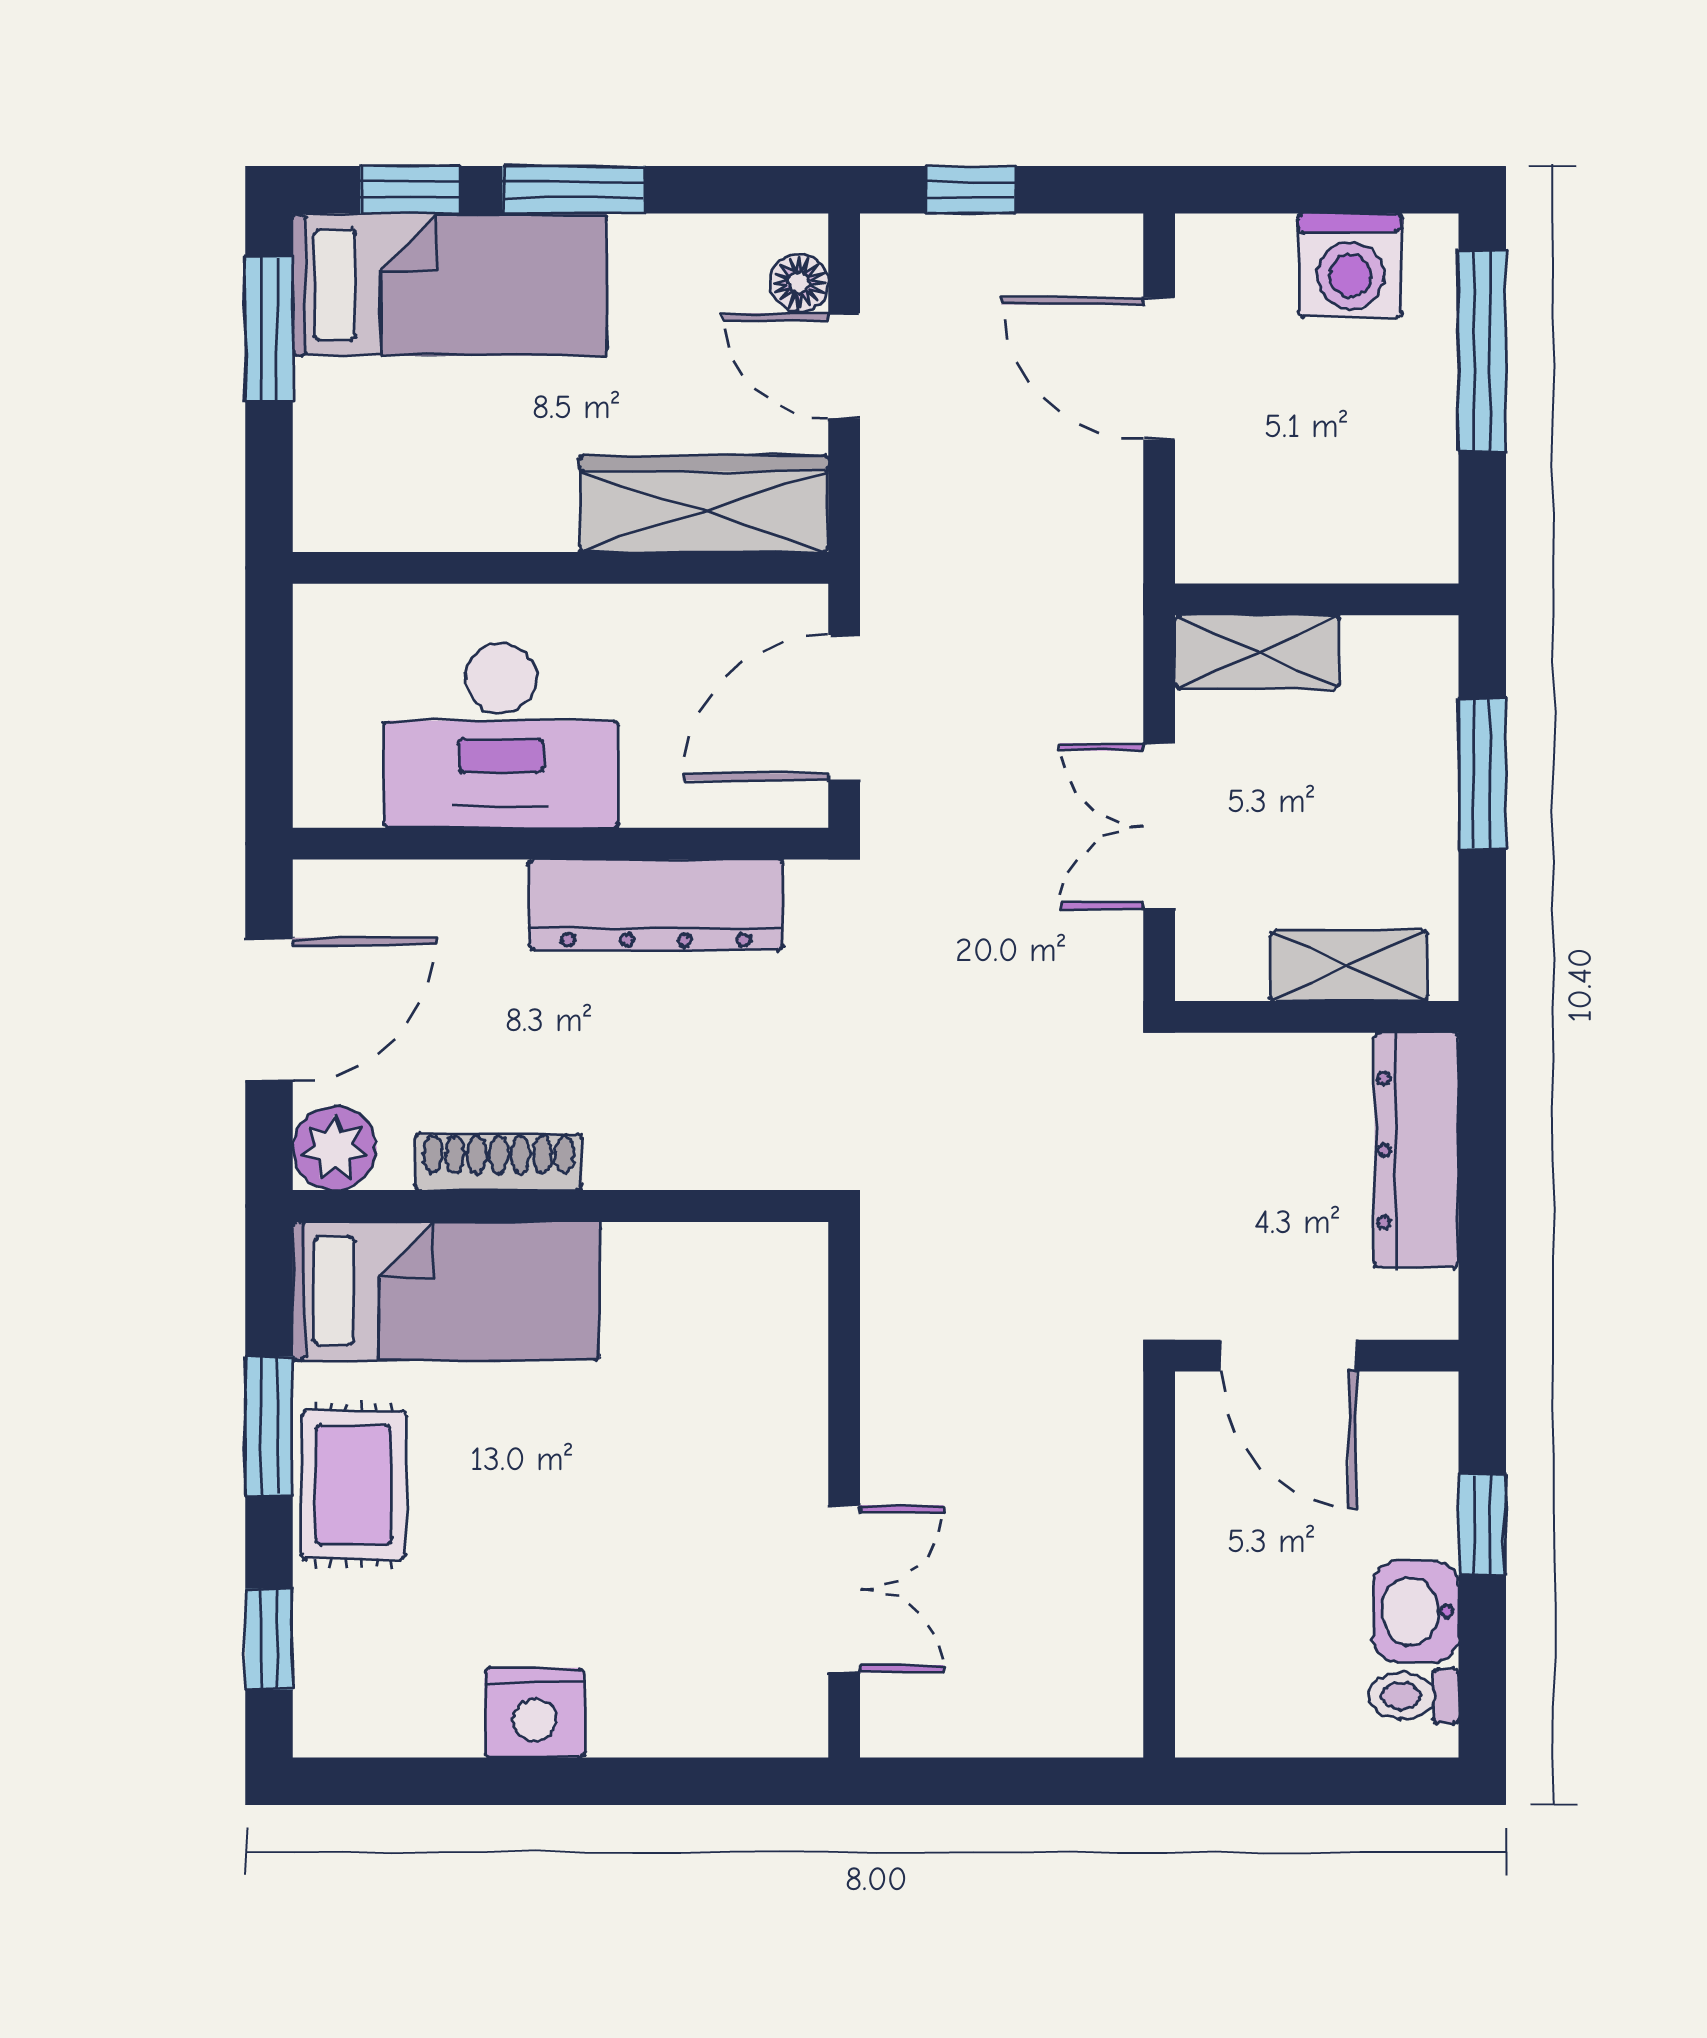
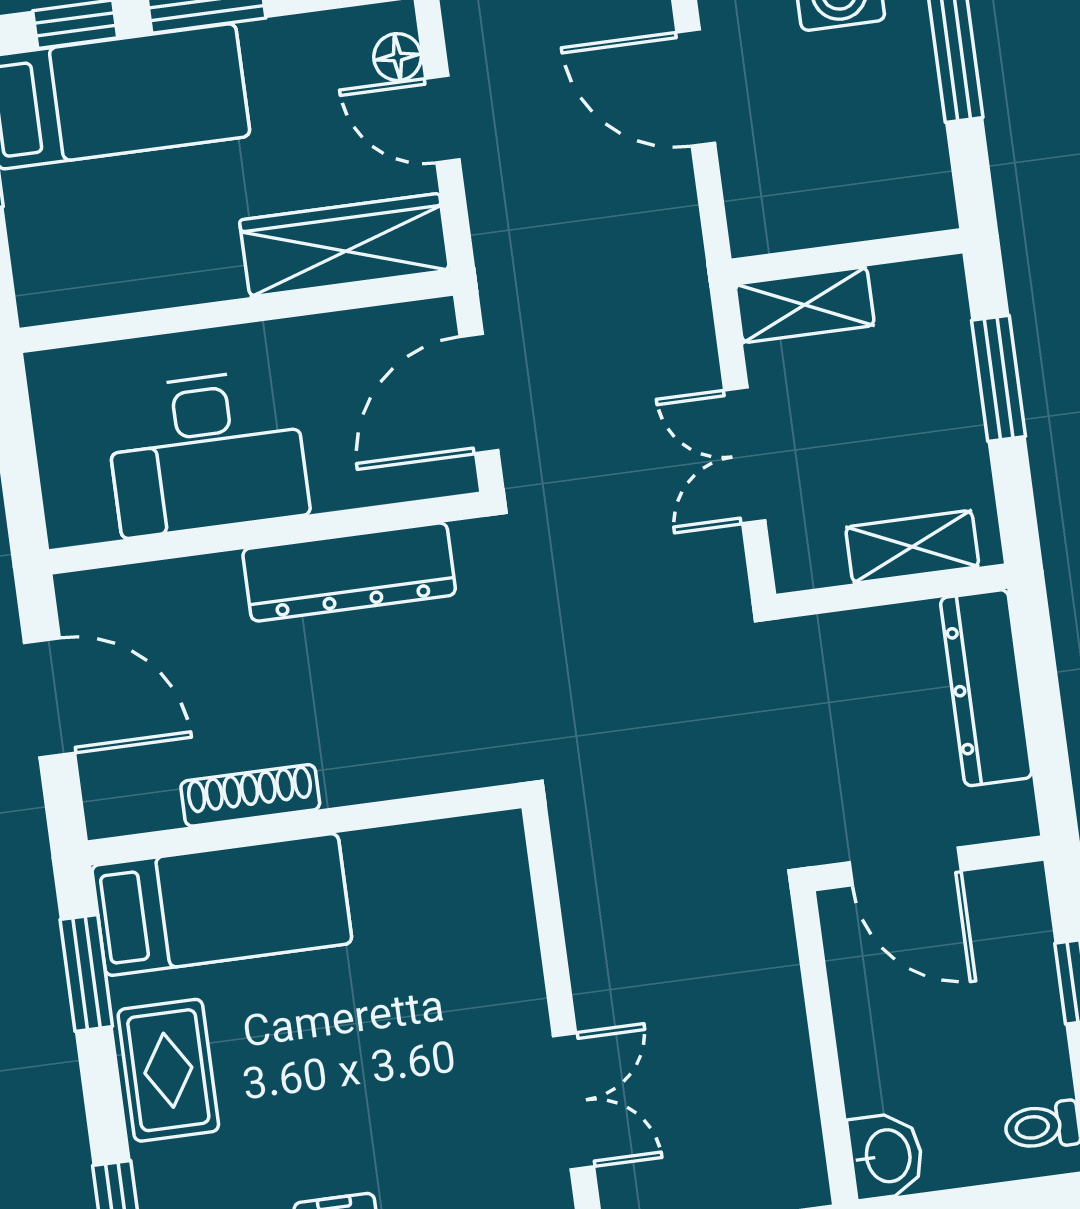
door: (269, 1010) -> (50, 698), hinge flipped
plant: (334, 1148) -> (117, 802), removed
window: (269, 1426) -> (86, 973), moved
washbasin: (1416, 1611) -> (886, 1156), moved, turned 180

